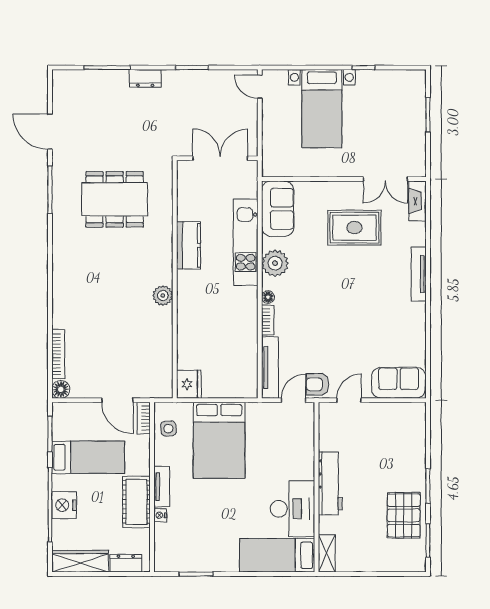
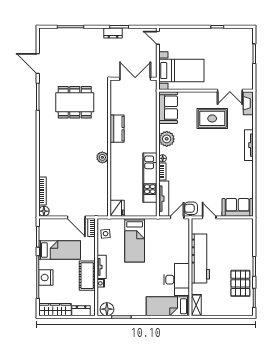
dresser: (145, 78) -> (113, 33), moved
bed with nightstands: (322, 109) -> (181, 71), moved, turned -90
kitchen unit: (246, 242) -> (150, 178), moved
door: (349, 400) -> (209, 217), hinge flipped
bed: (219, 440) -> (135, 240), width x0.67
workbench: (330, 483) -> (200, 259), width x1.36, depth x1.32
floor lamp: (171, 560) -> (107, 309), added

